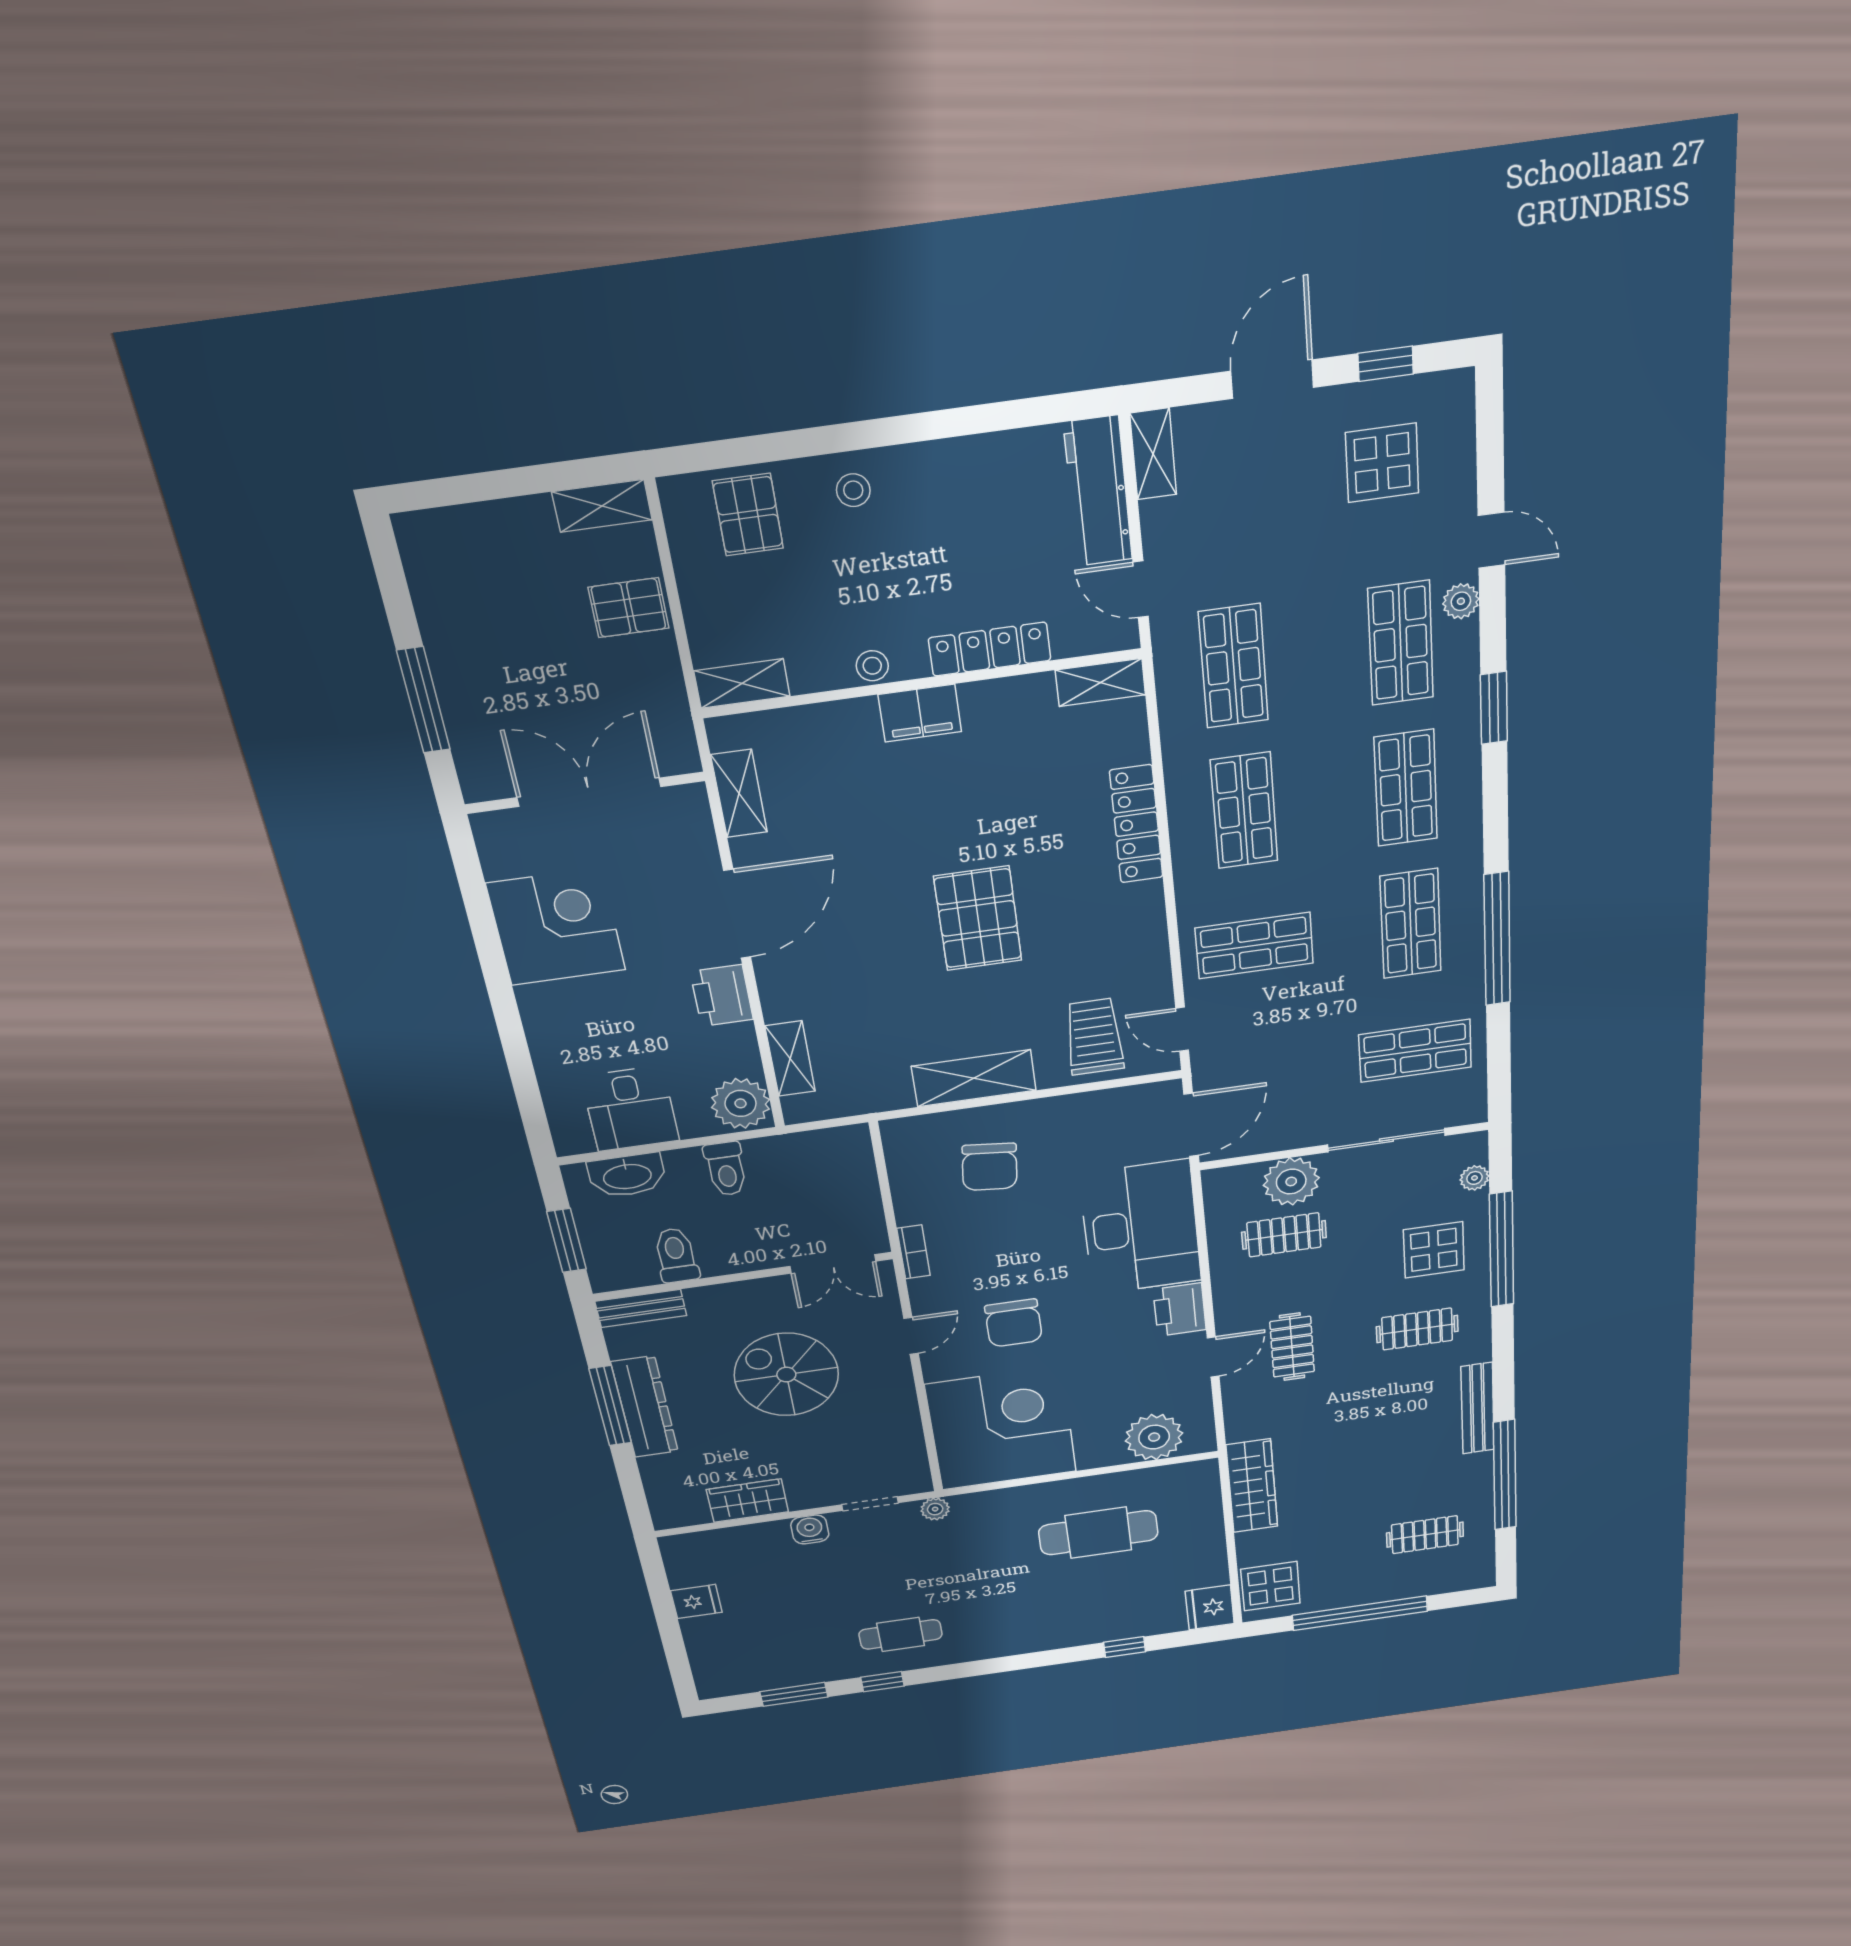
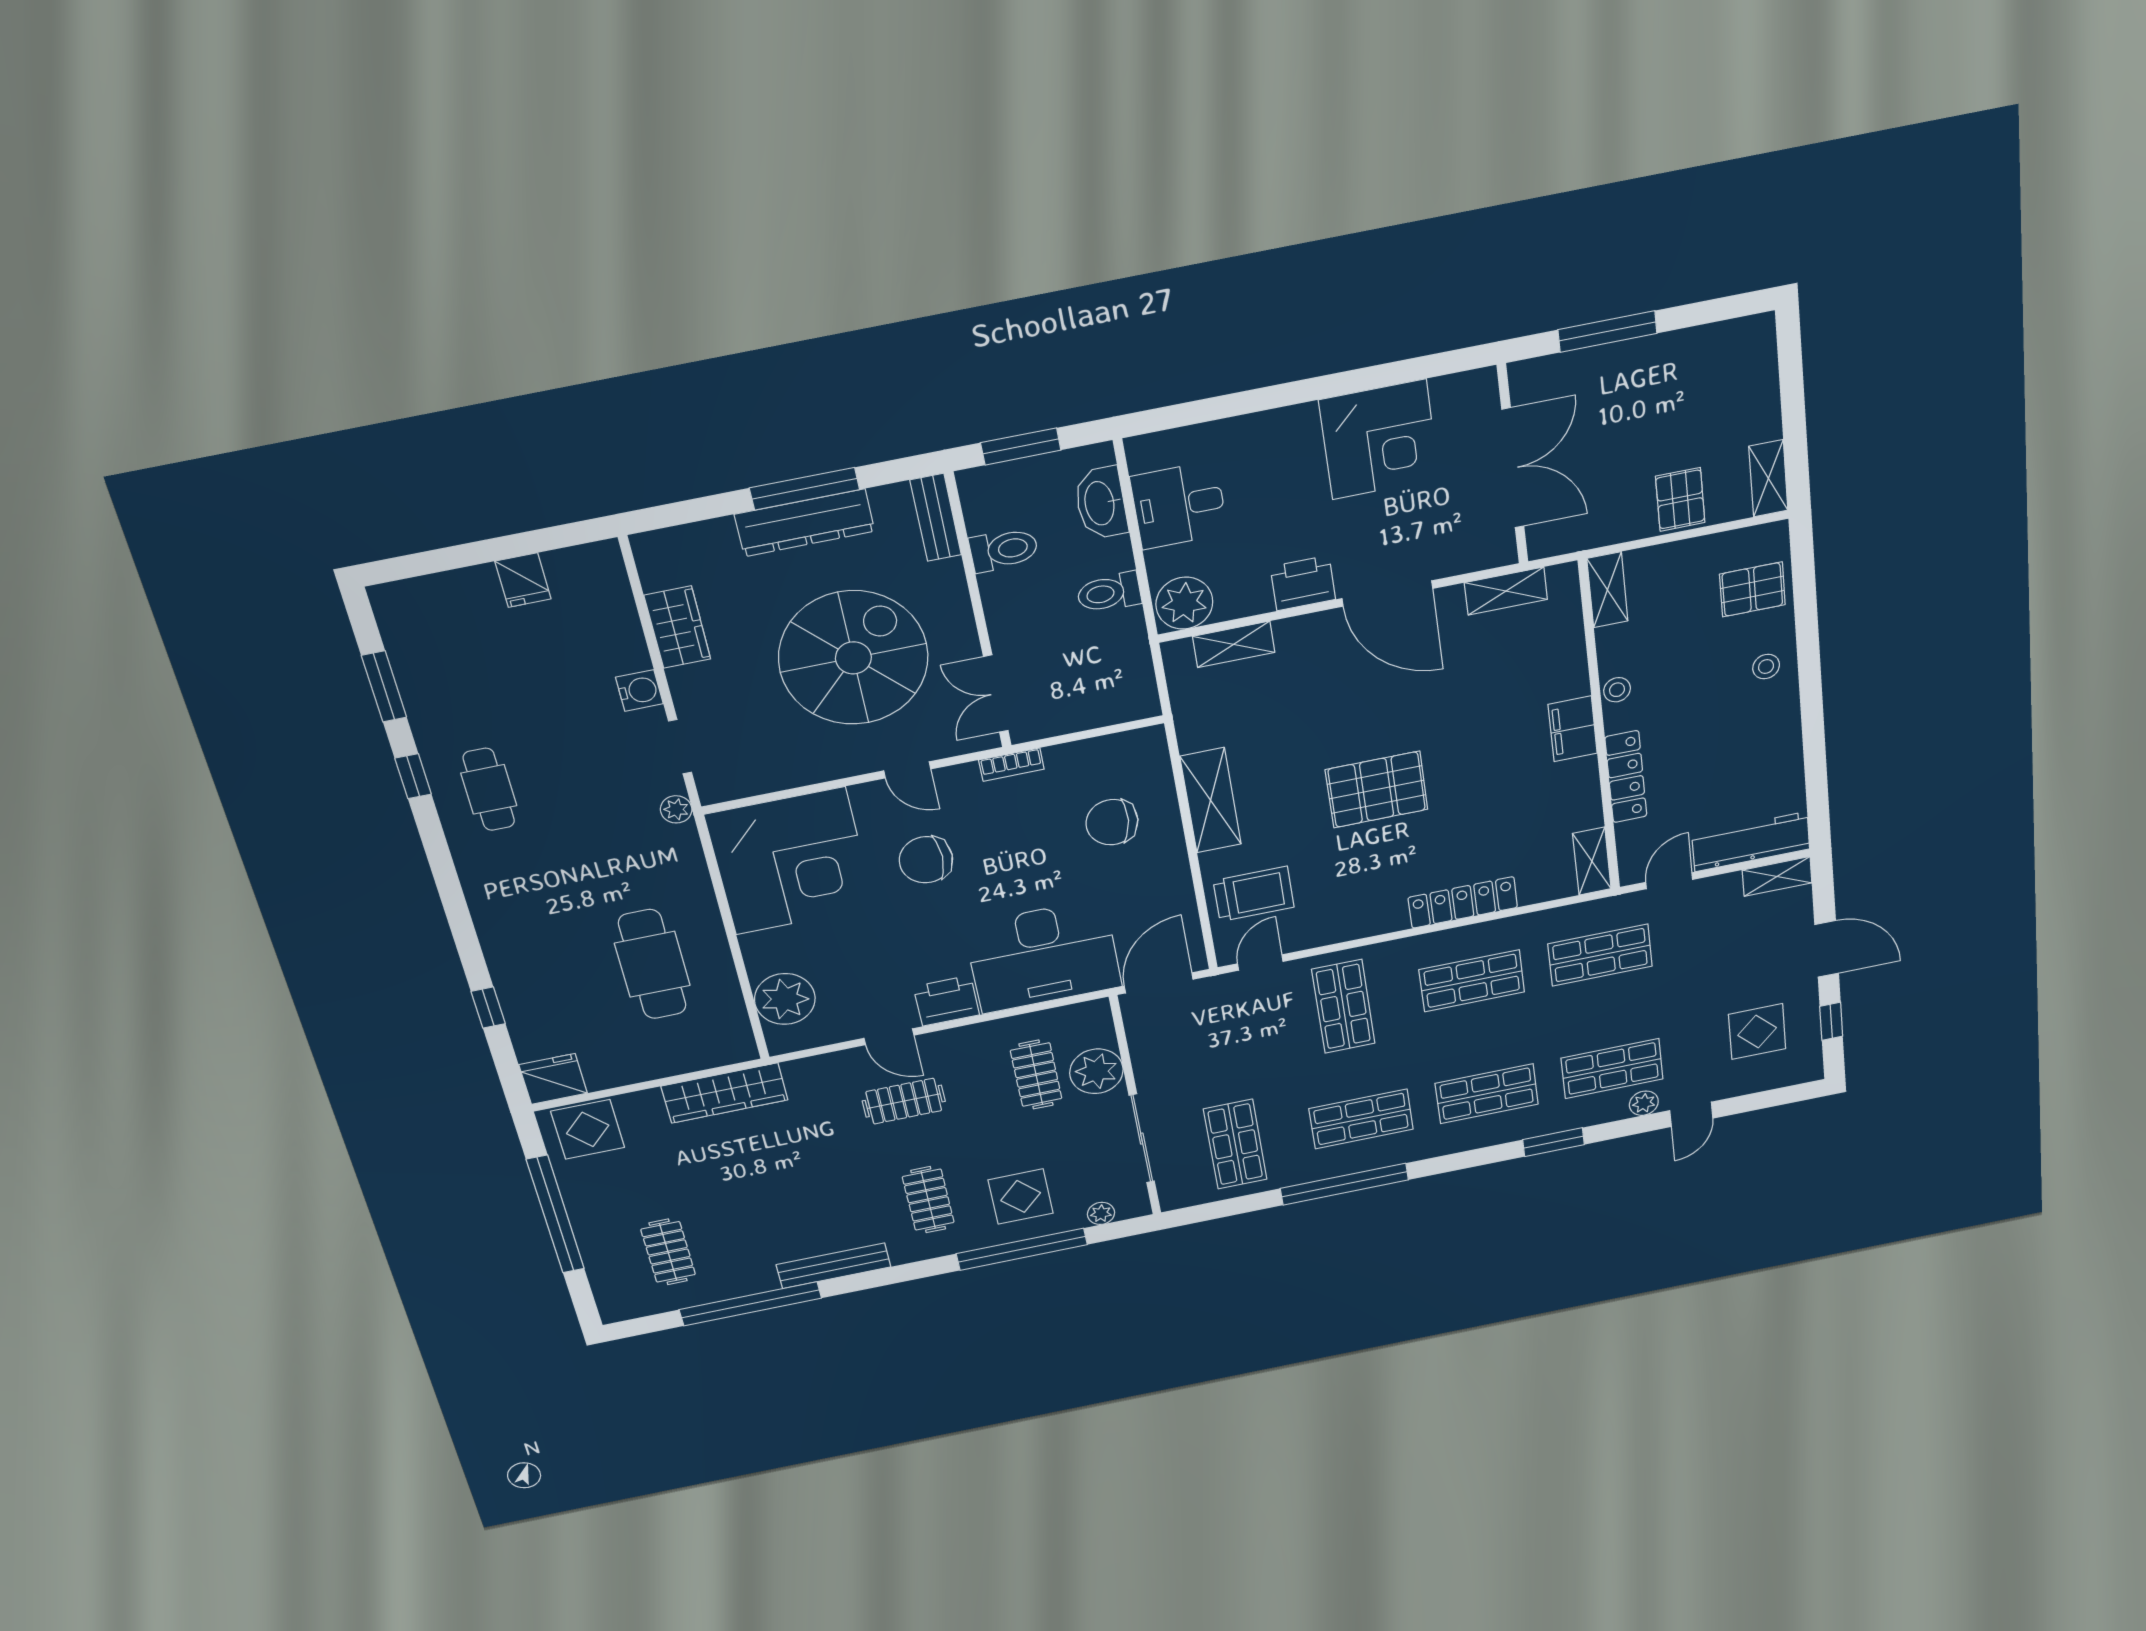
door: (1191, 1125) -> (1159, 983), swing flipped
spiral stairs: (786, 1375) -> (853, 658), width x1.37, depth x1.37

